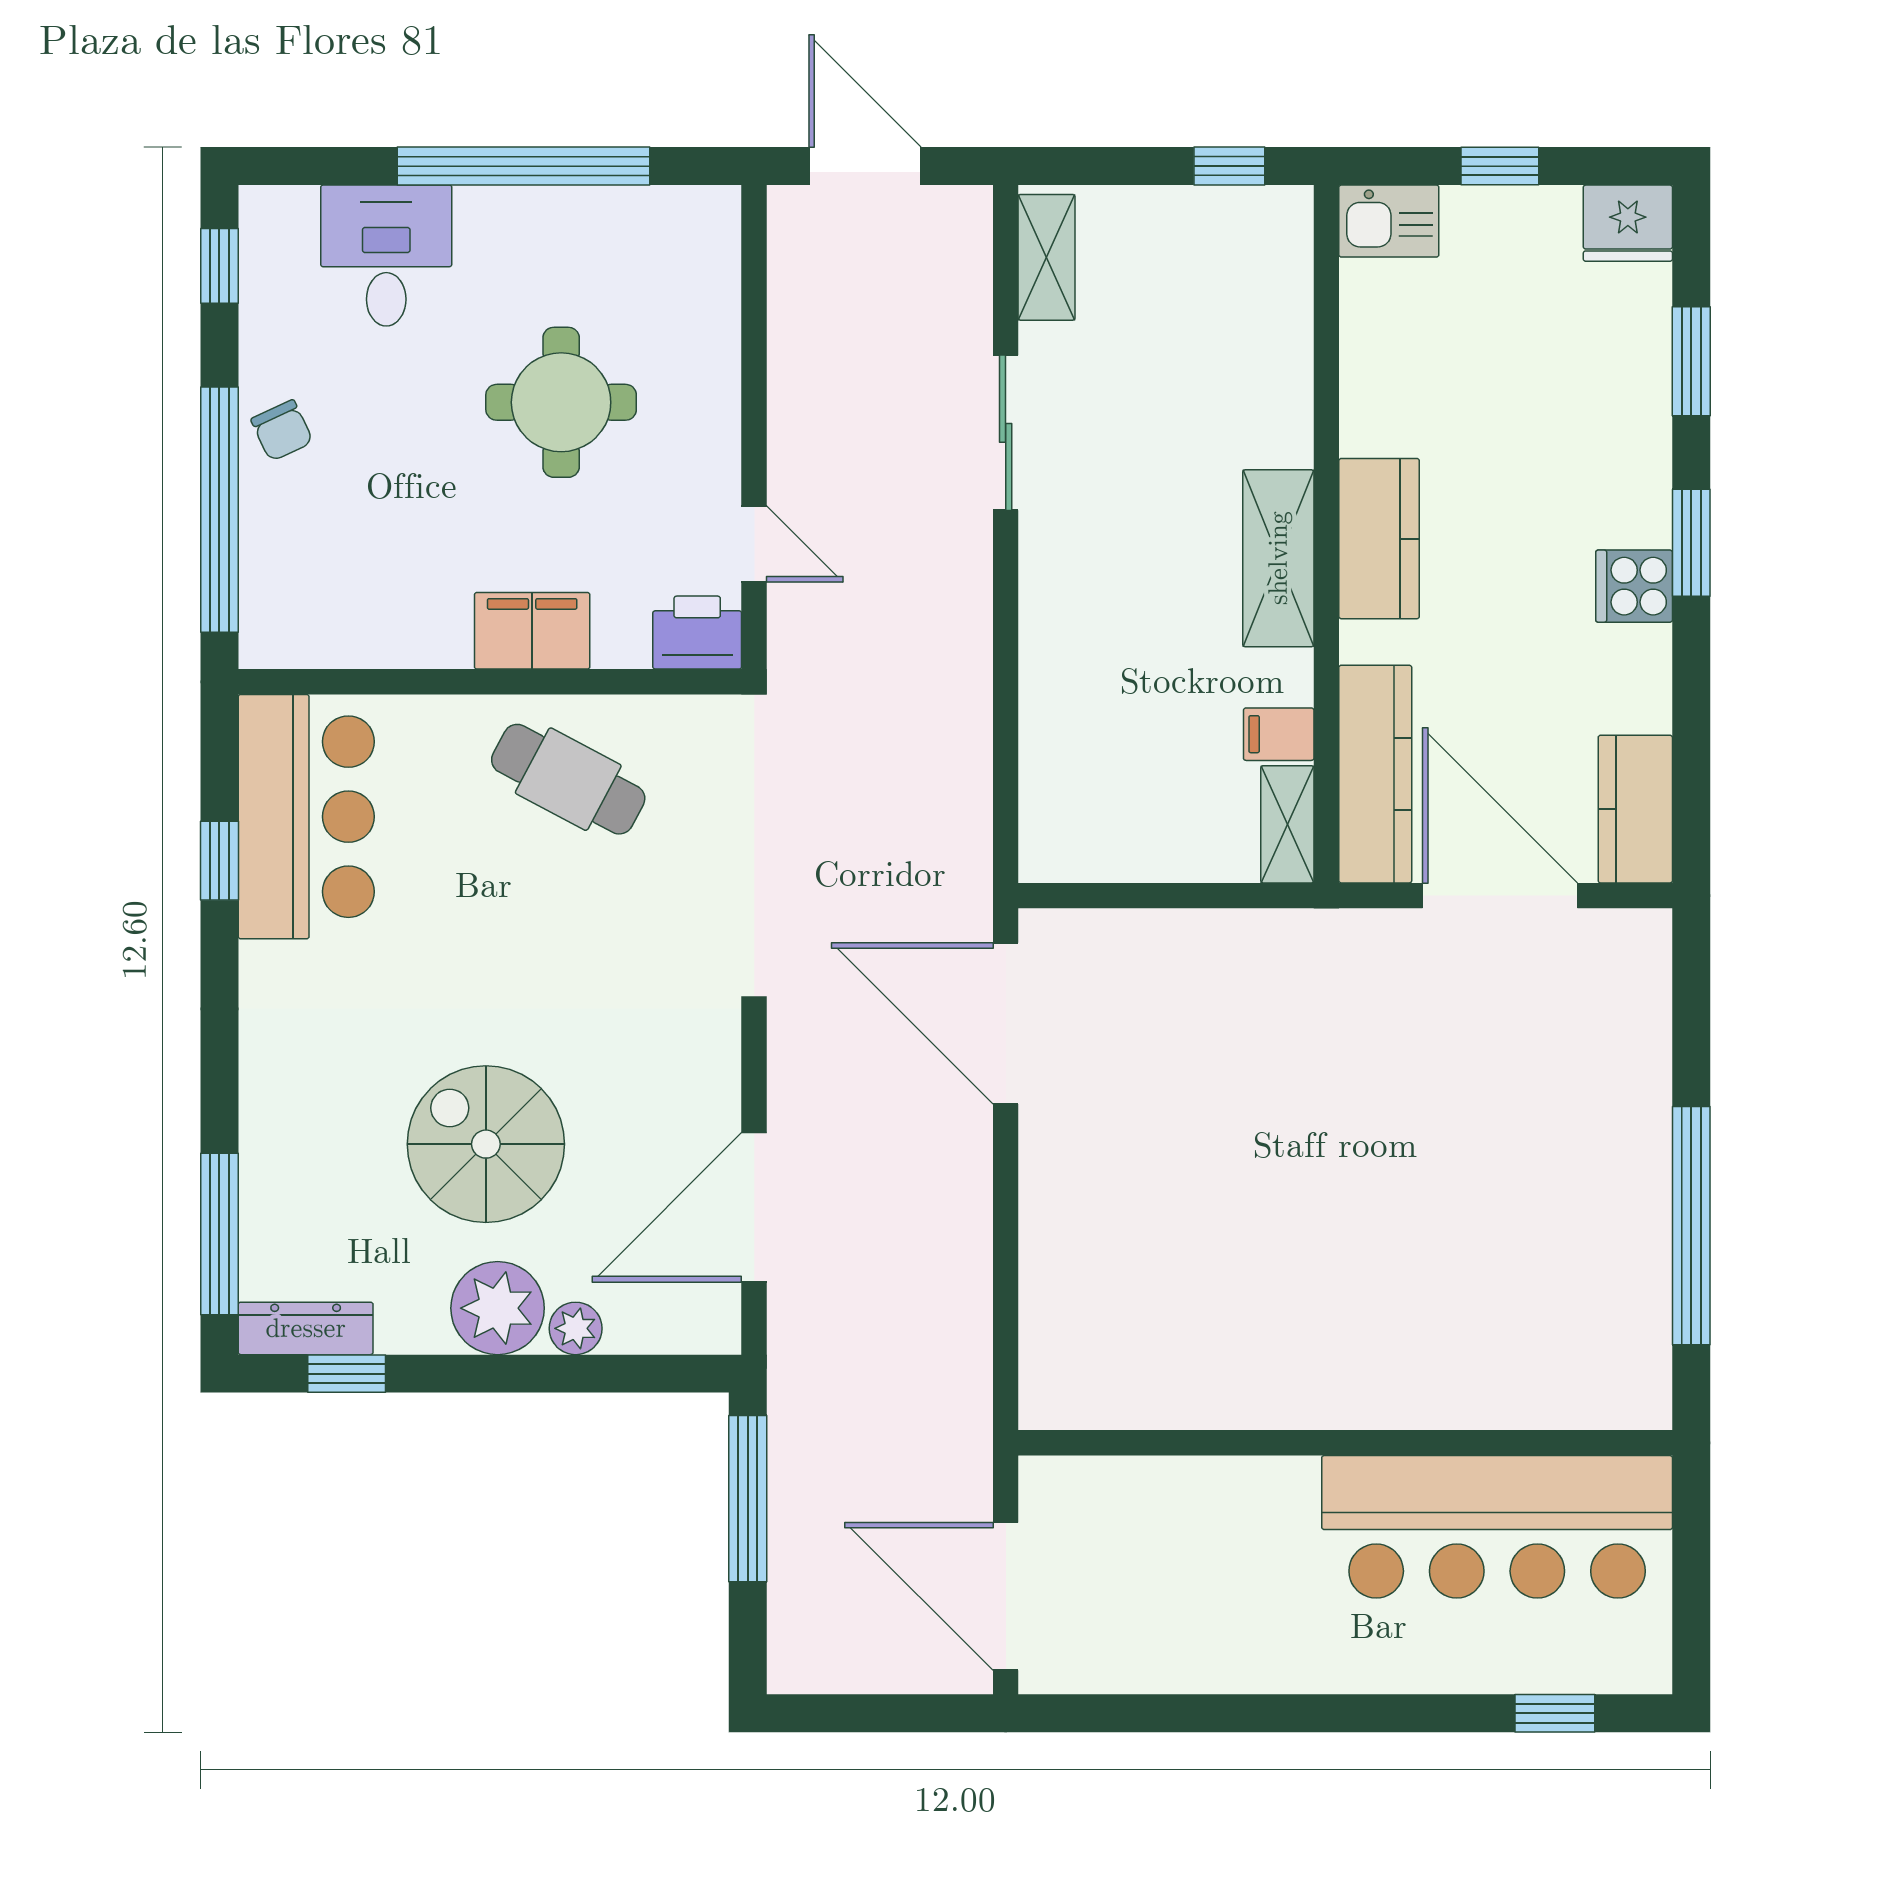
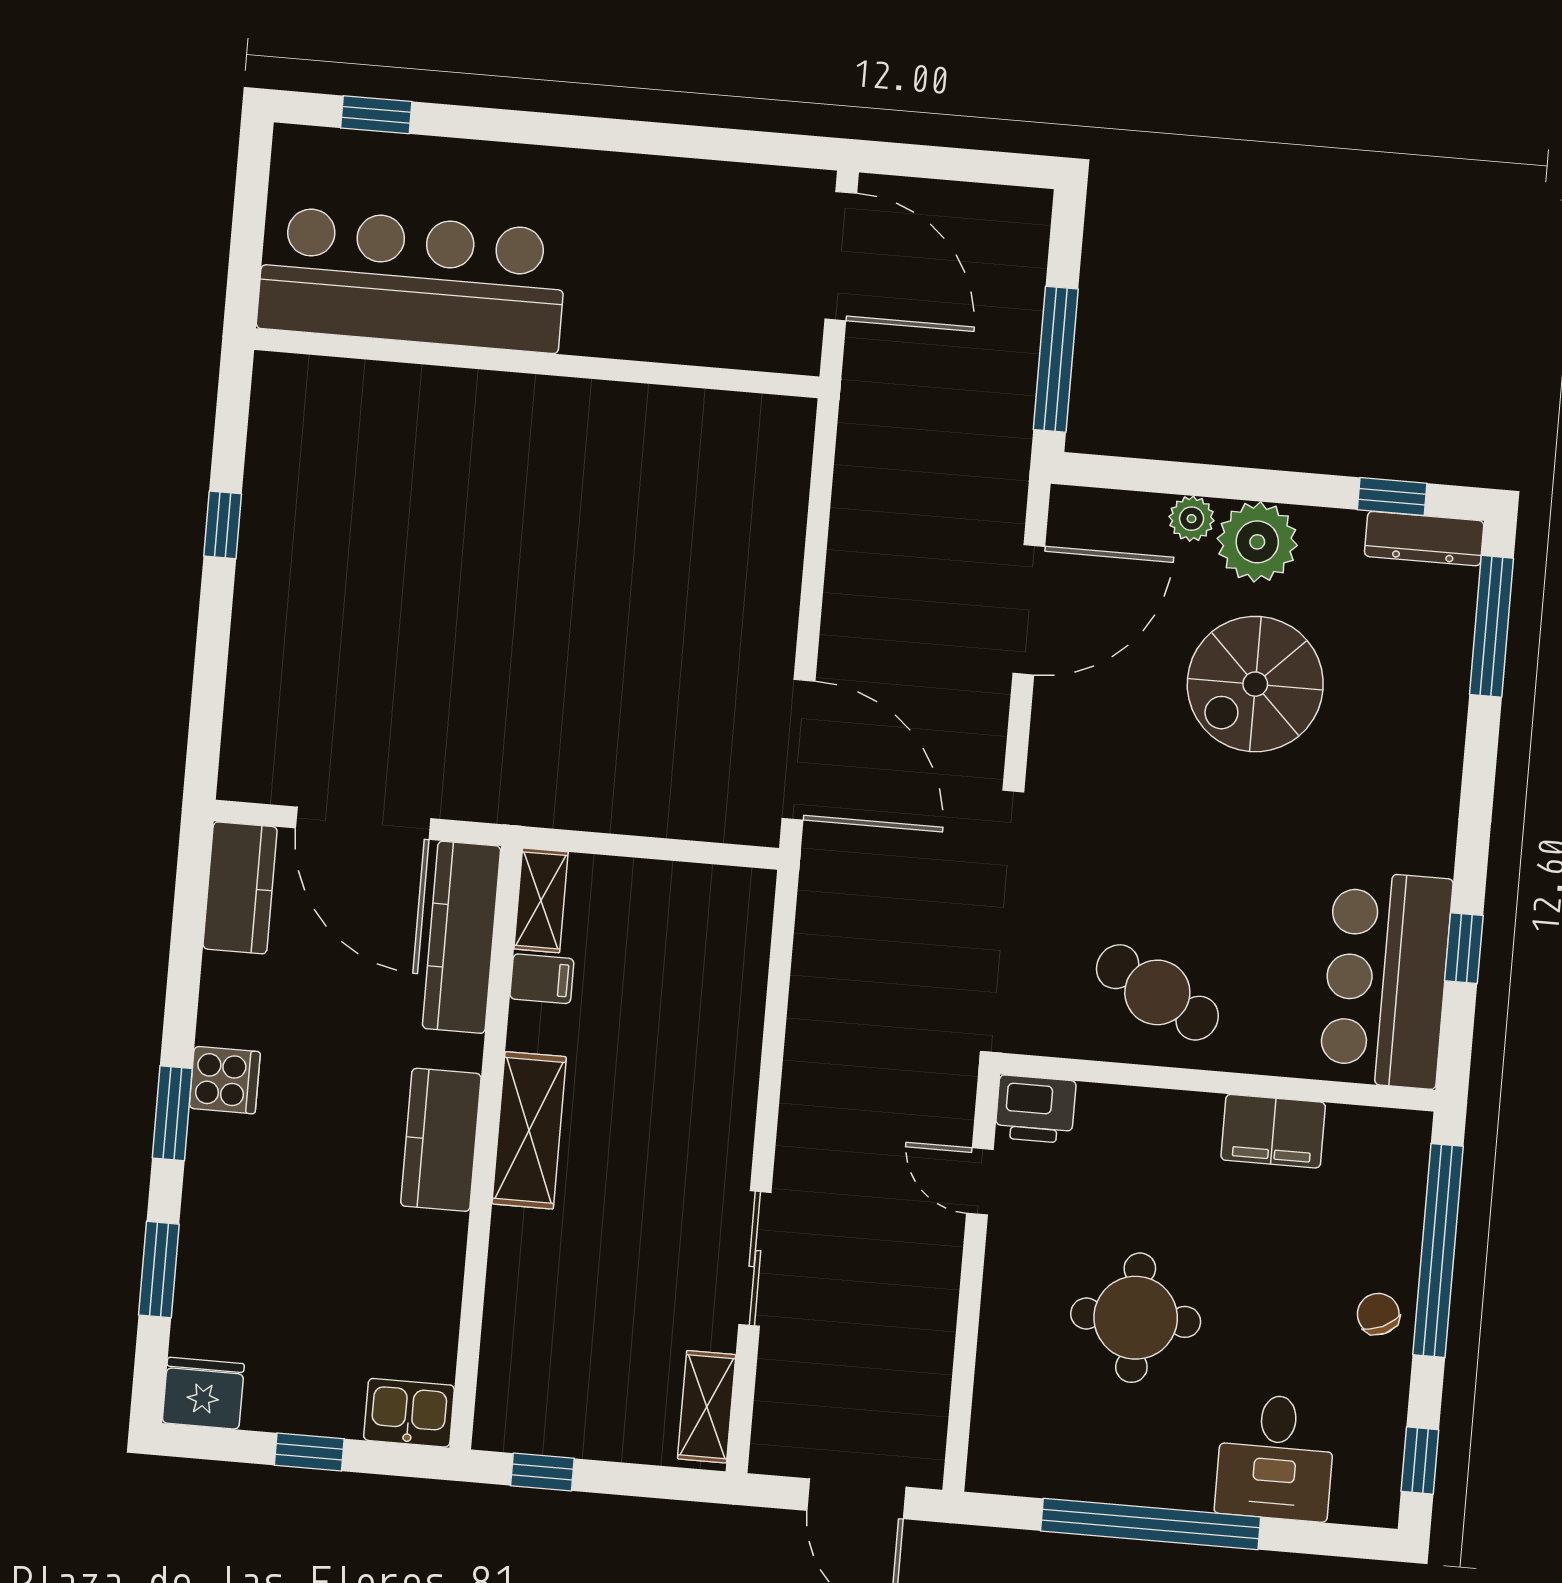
filing cabinet: (532, 631) -> (1273, 1131), moved
spiral stairs: (486, 1144) -> (1255, 684), turned 90
window: (1691, 1226) -> (223, 525), width x0.32

